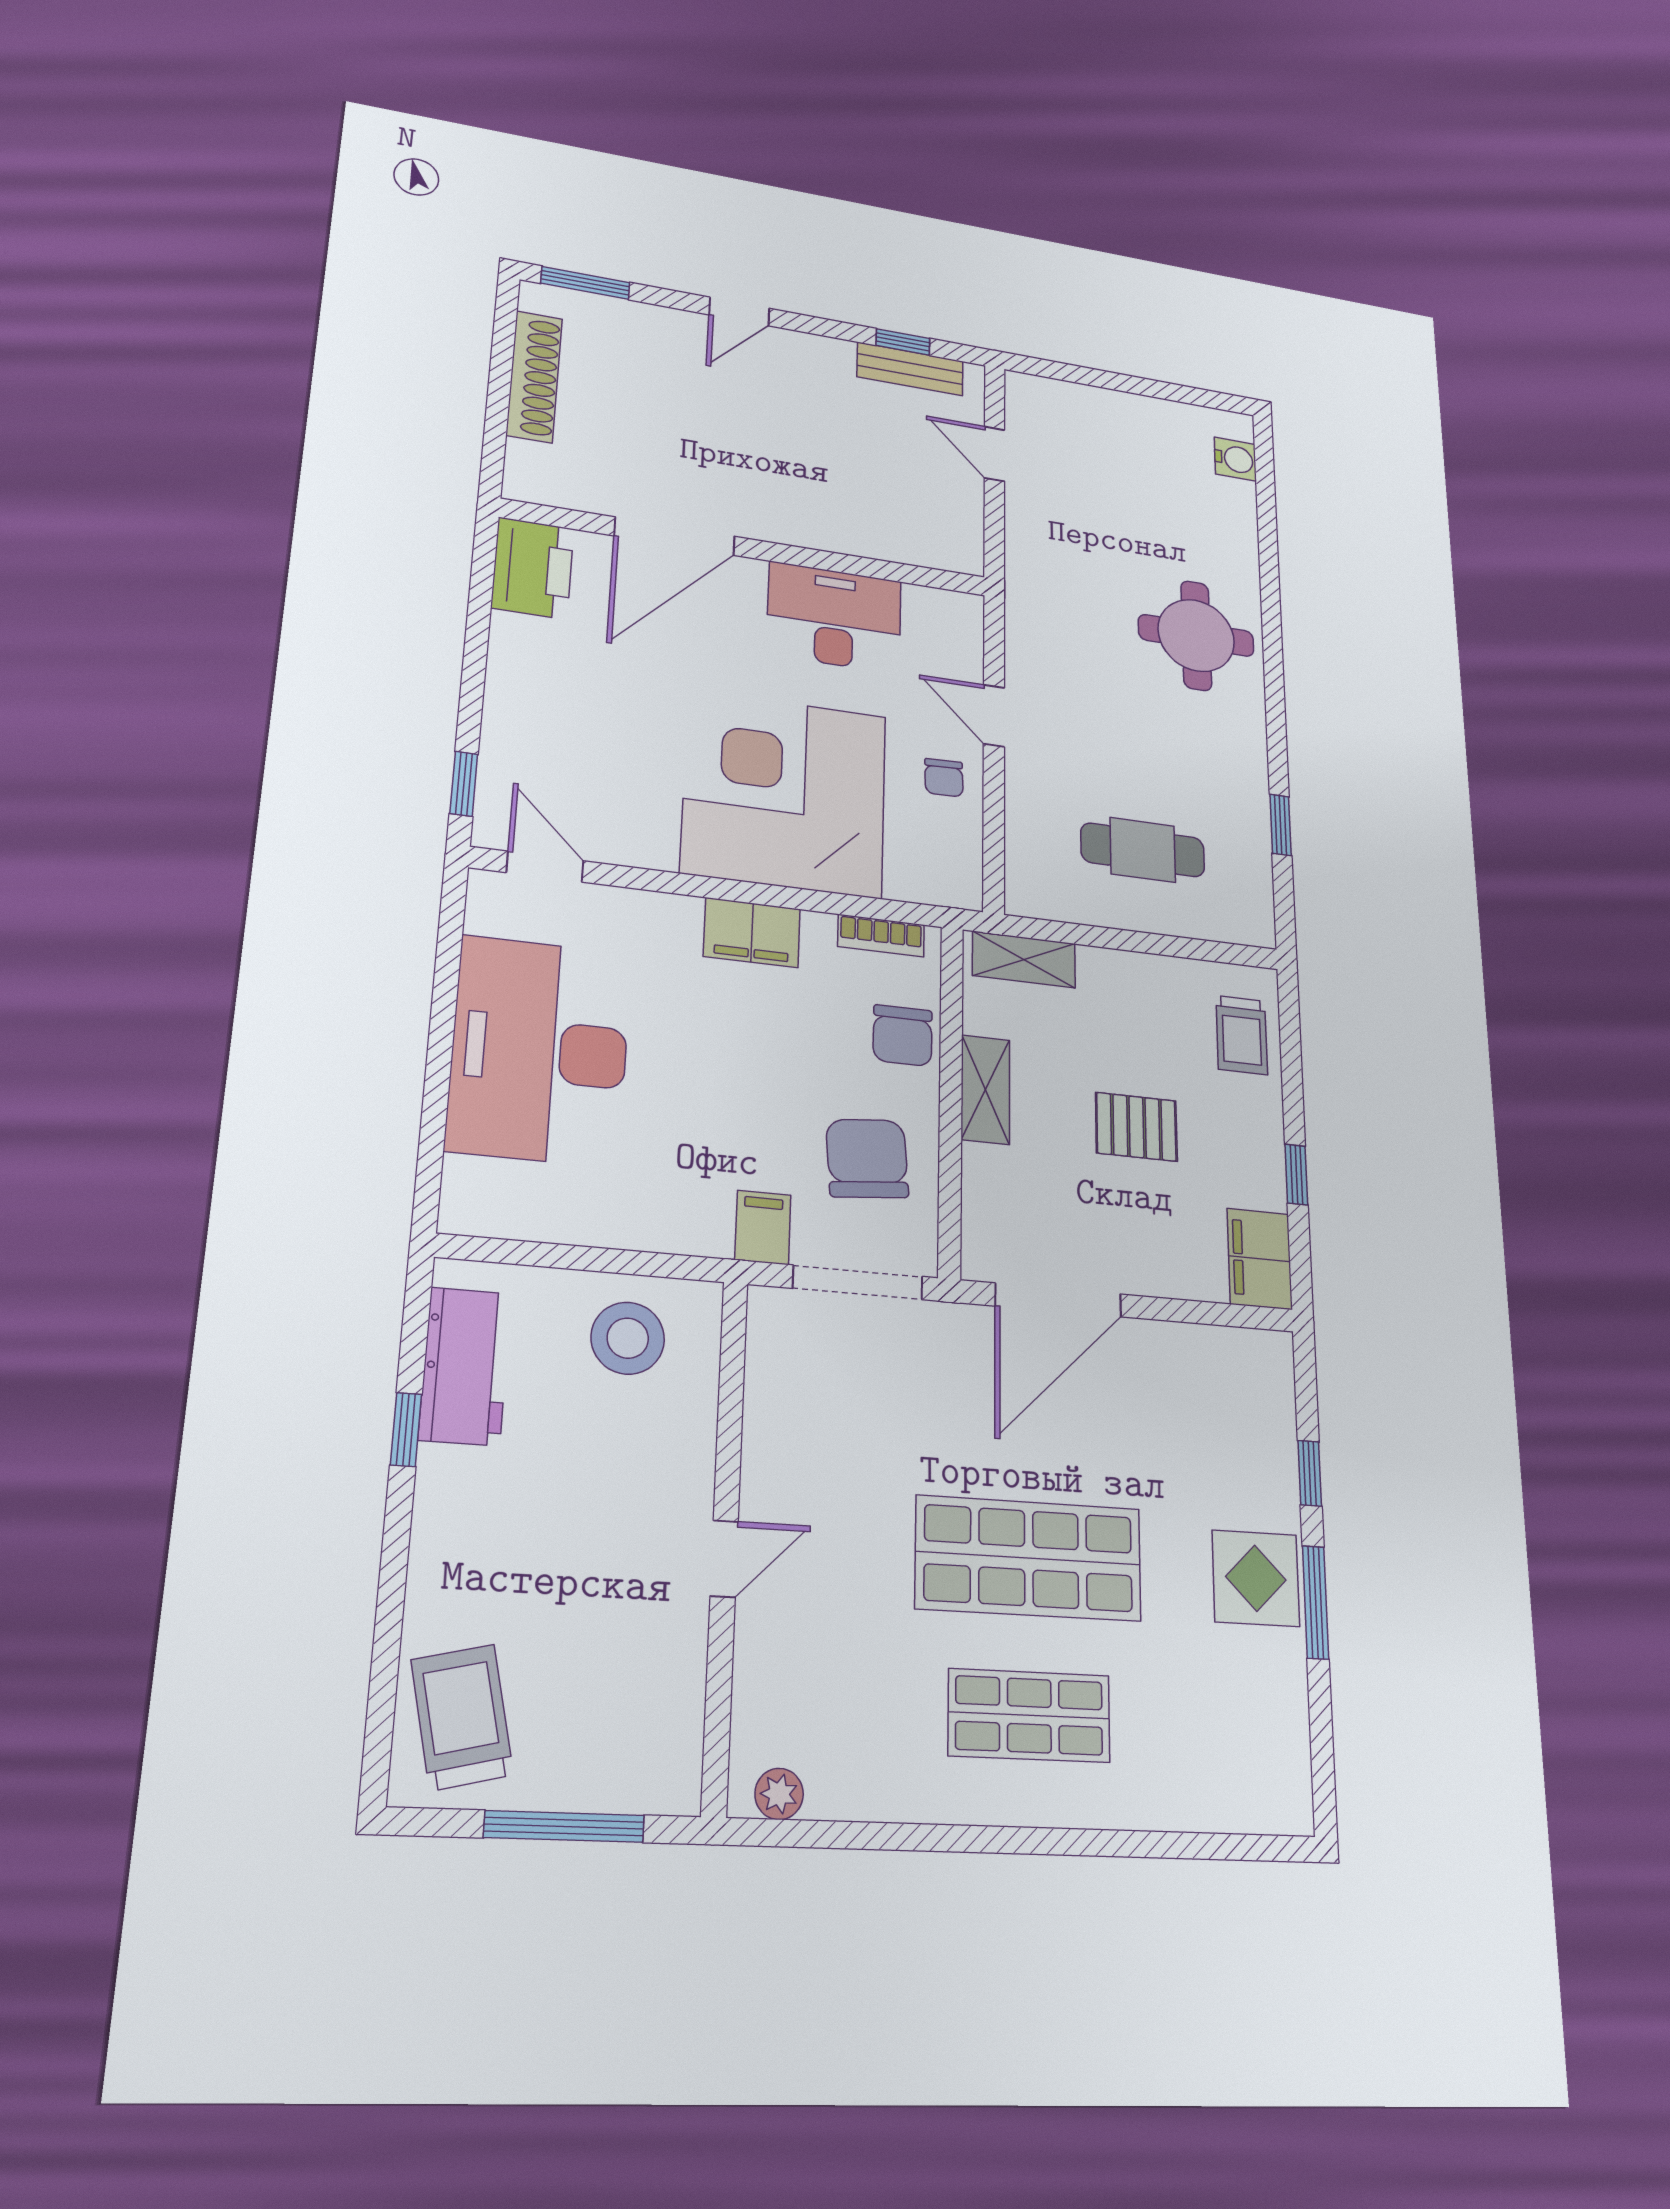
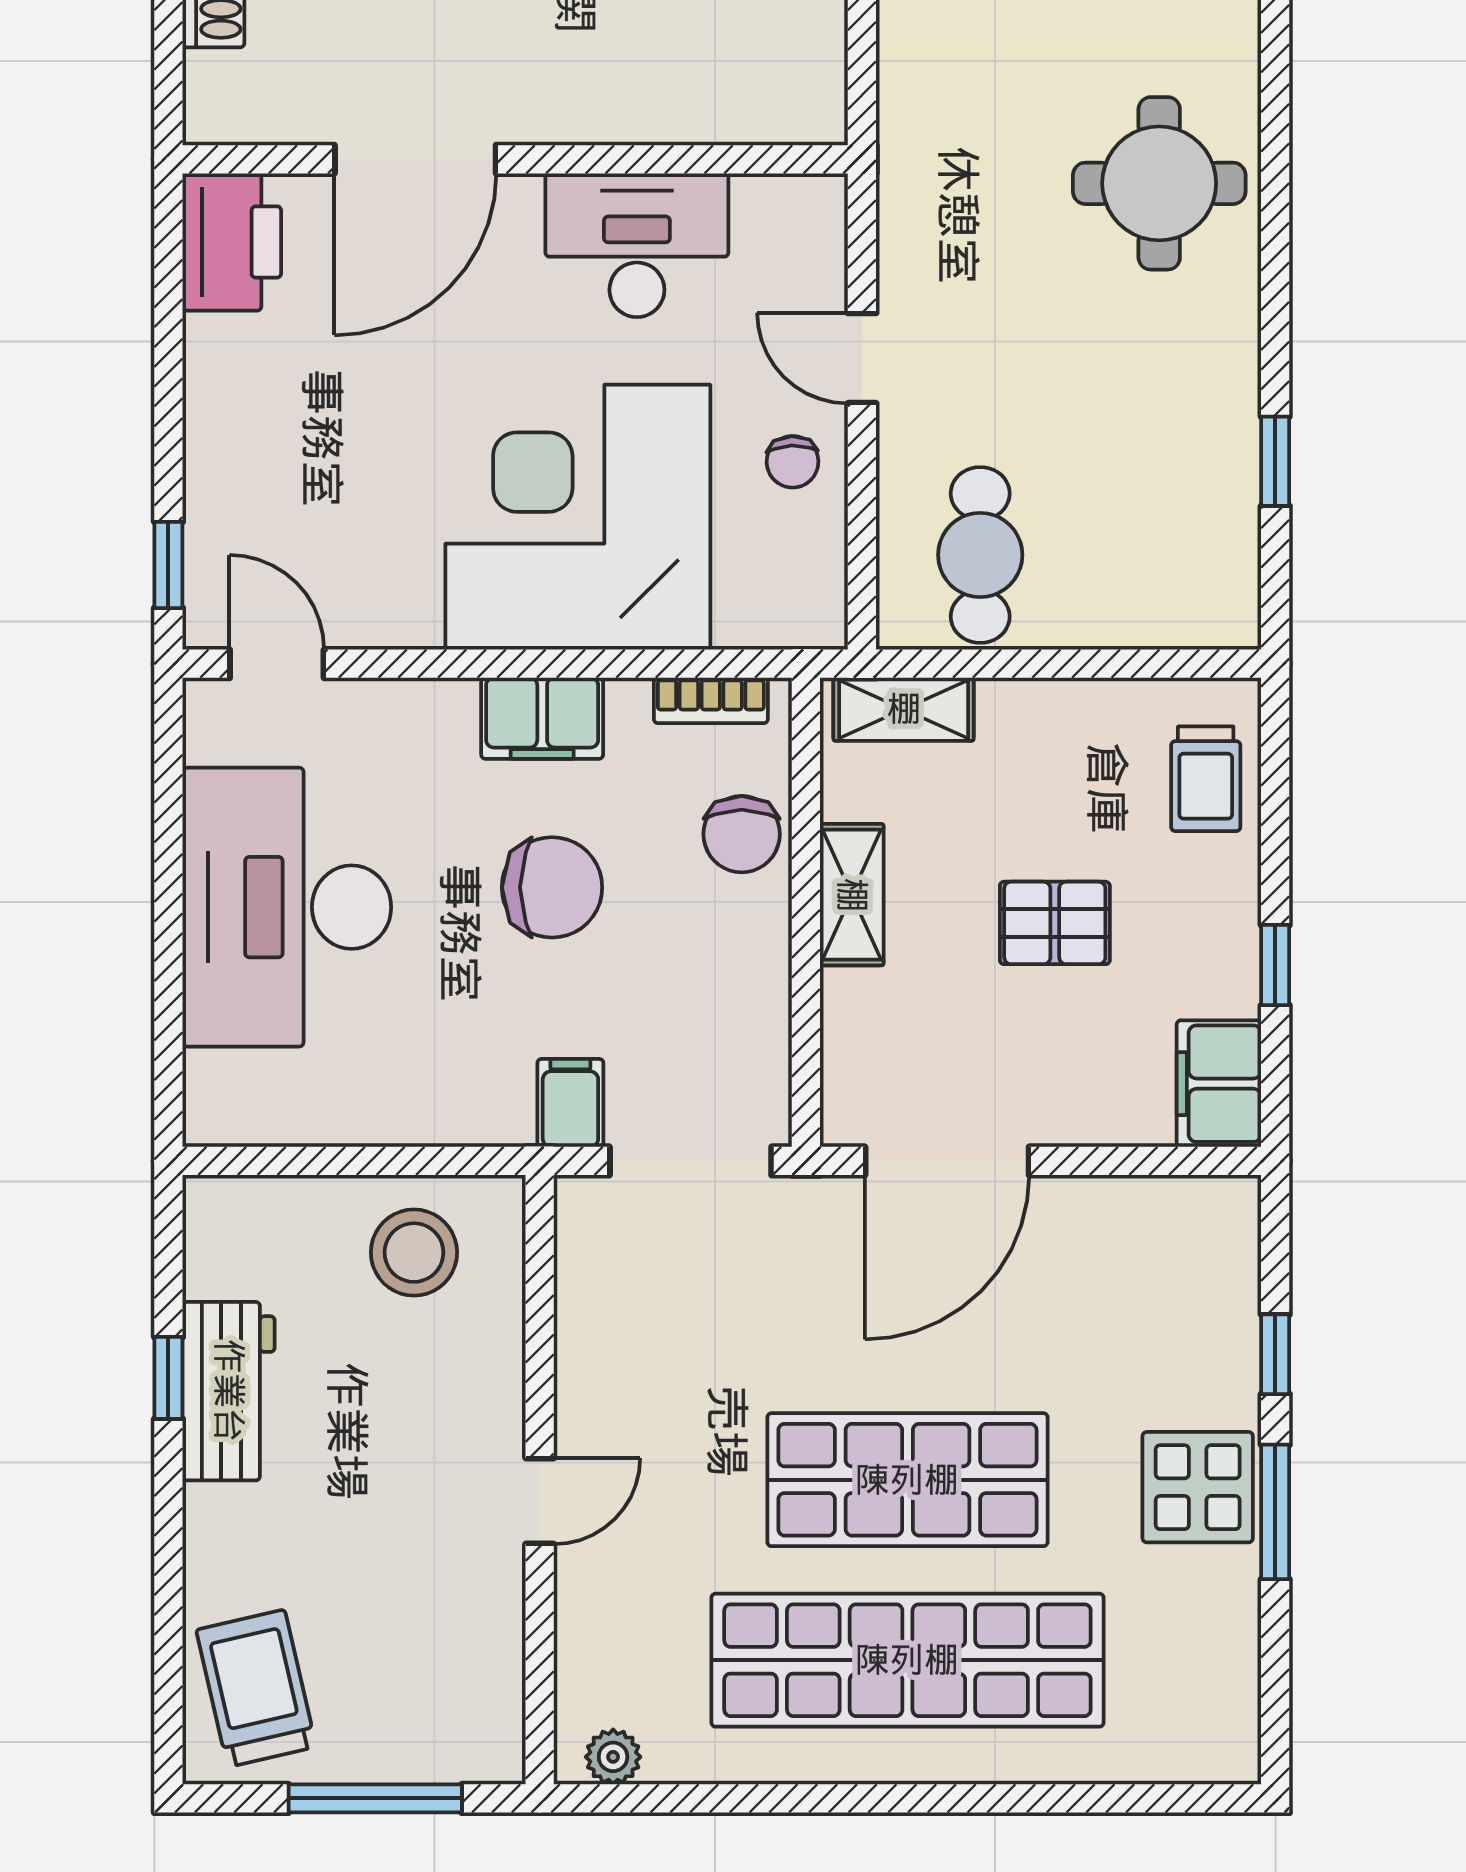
cafe table: (1143, 850) -> (980, 555), moved, turned 90
chair: (867, 1158) -> (552, 887), moved, turned 95
workbench: (465, 1366) -> (229, 1391), moved
shop shelf: (1029, 1715) -> (907, 1660), width x2.00, depth x1.36

